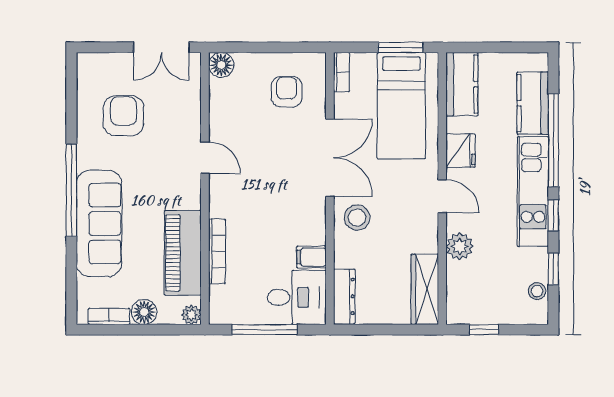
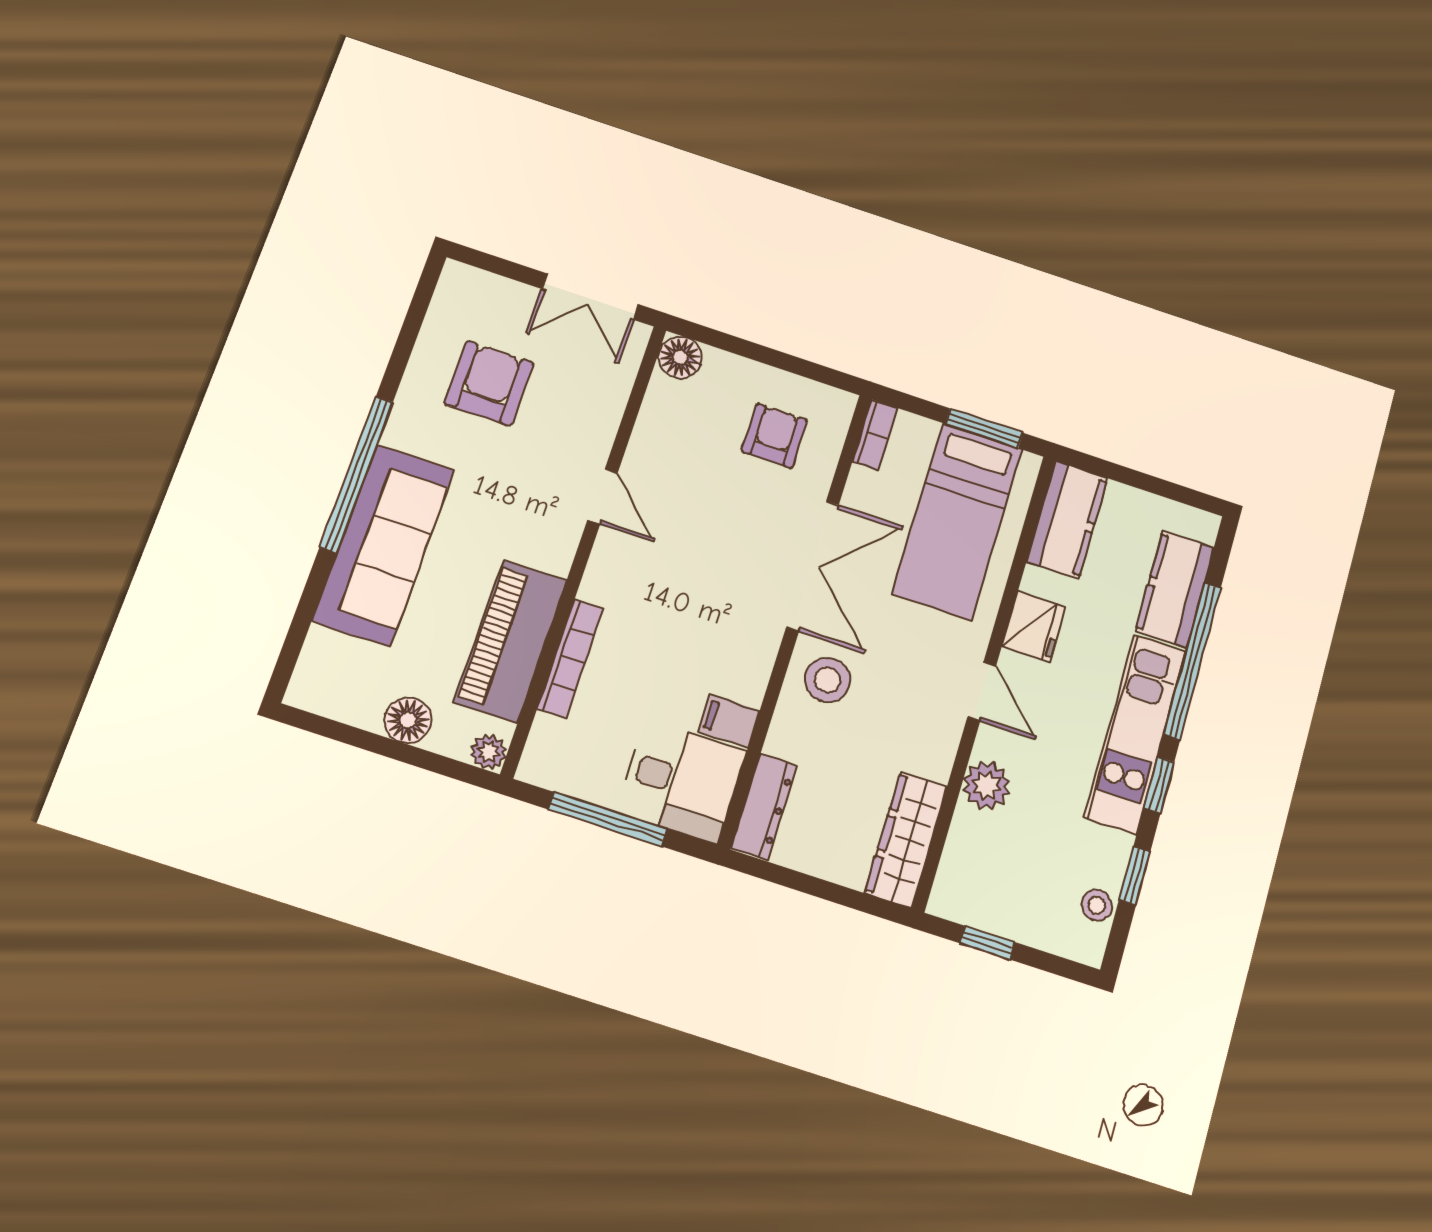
bookcase: (109, 316) -> (344, 708), removed

